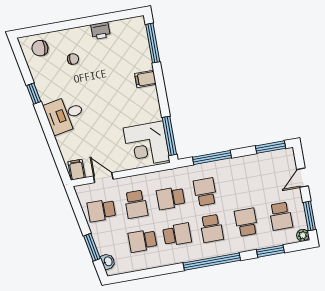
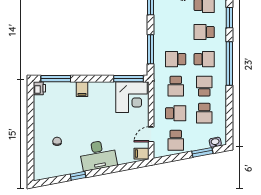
printer: (100, 31) -> (39, 88), moved
chair: (40, 48) -> (44, 165), removed
desk: (65, 115) -> (98, 155), width x1.37

